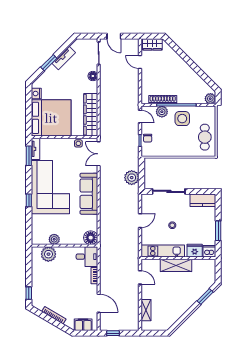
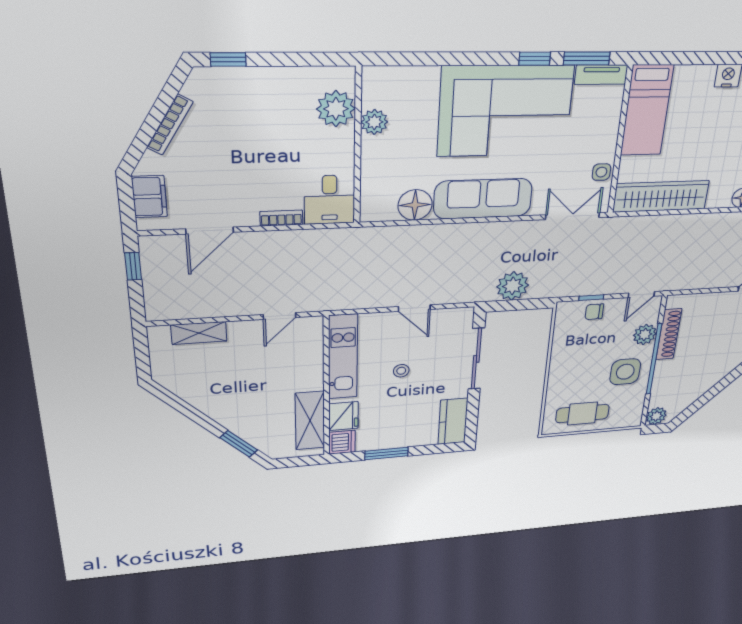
bed: (51, 118) -> (647, 111), width x0.49
window: (29, 200) -> (535, 59), moved
floor lamp: (91, 238) -> (415, 205), moved
shelving: (176, 265) -> (310, 421), moved

